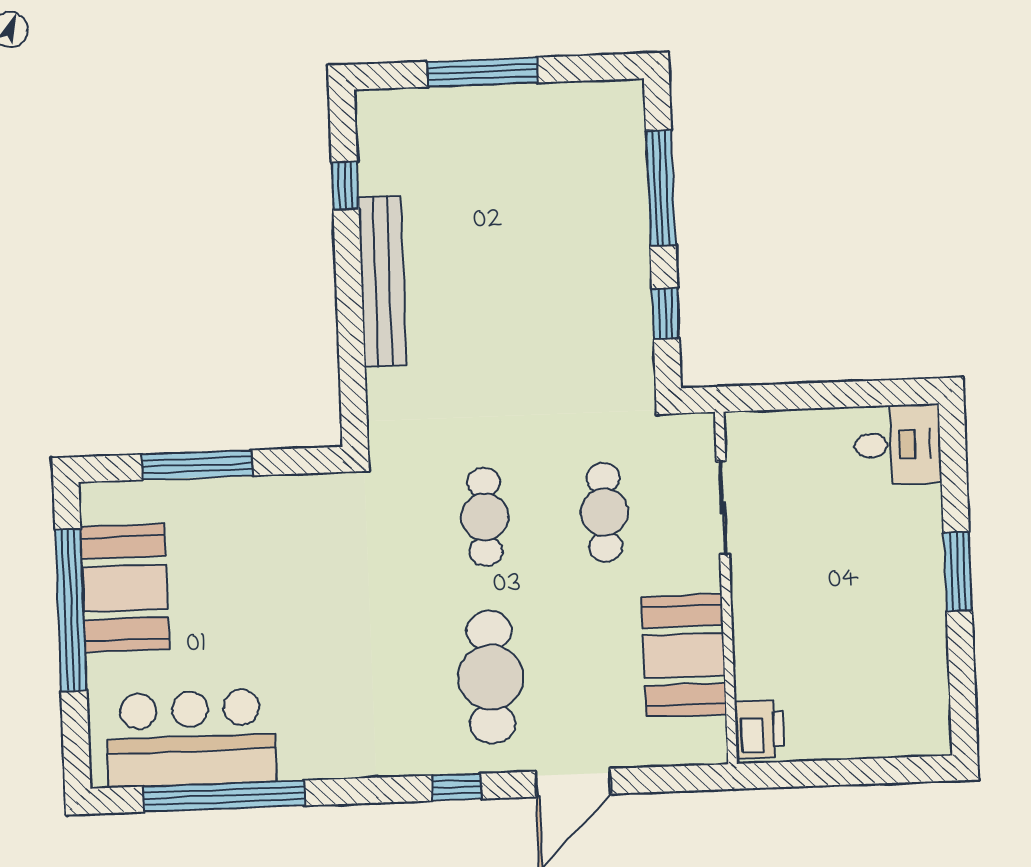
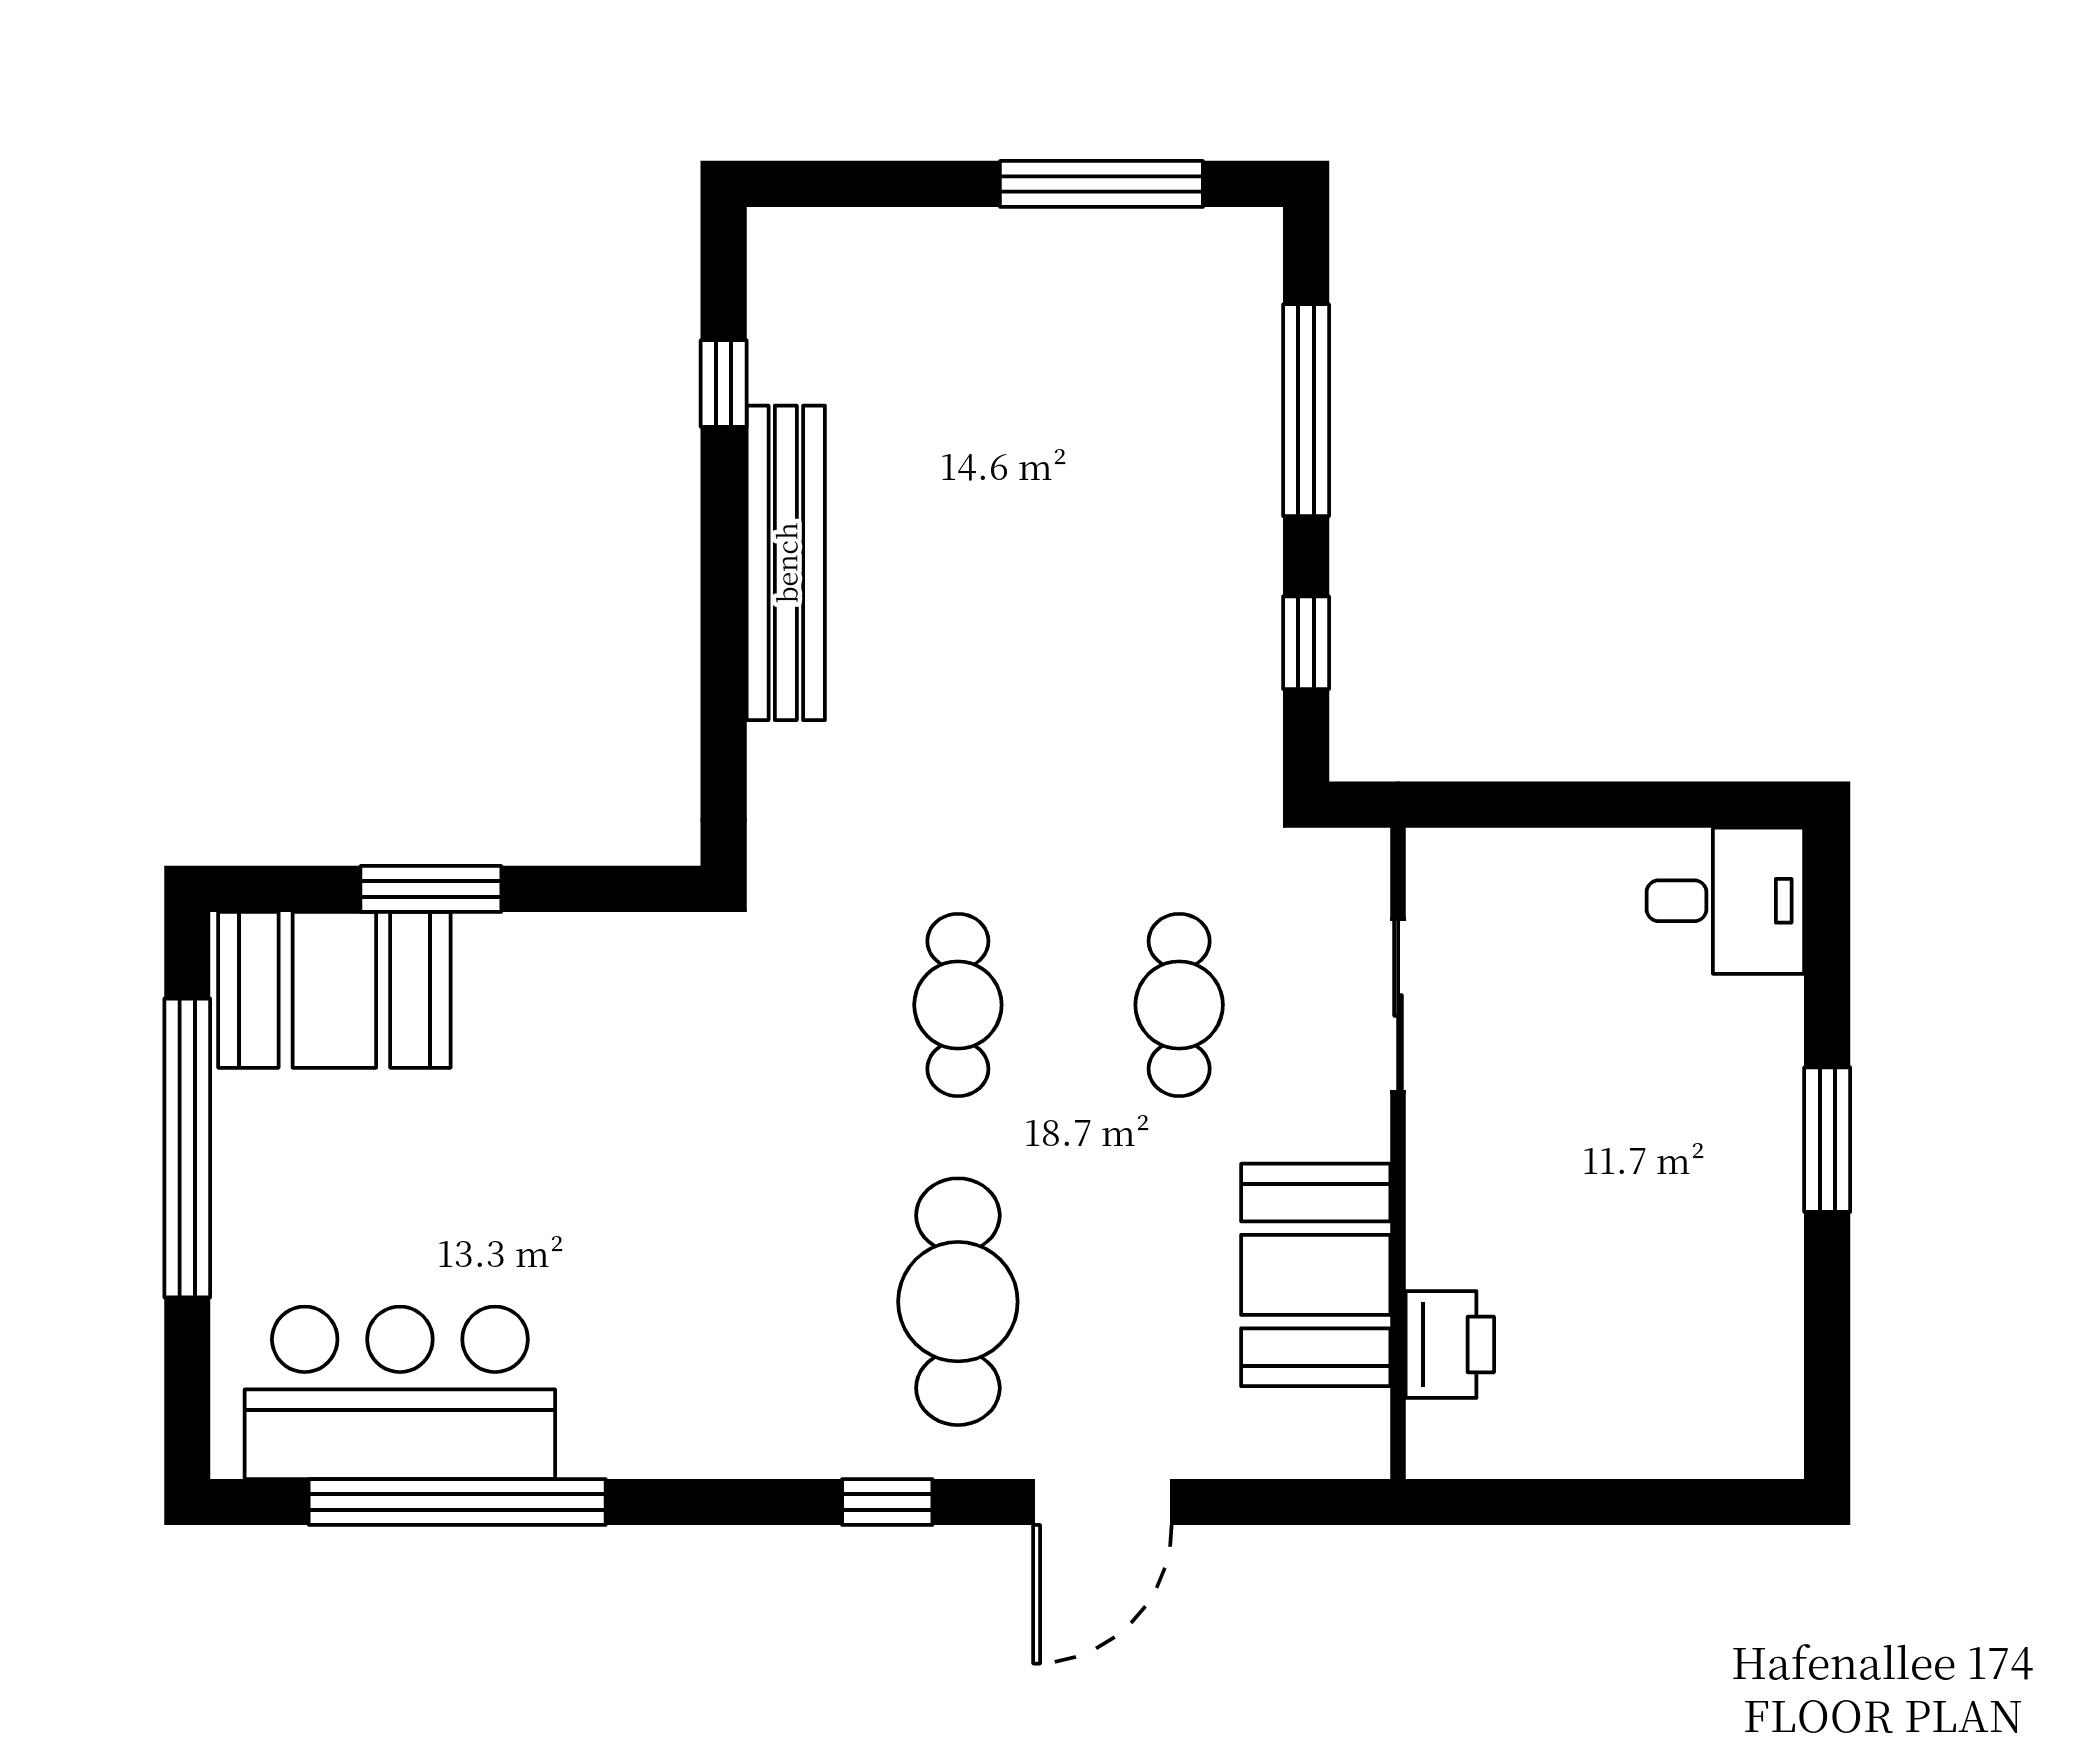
window: (482, 72) -> (1101, 184), moved
window: (197, 465) -> (431, 889), width x0.69
booth: (125, 588) -> (334, 990), moved, turned 90
printer: (759, 730) -> (1450, 1345), moved

